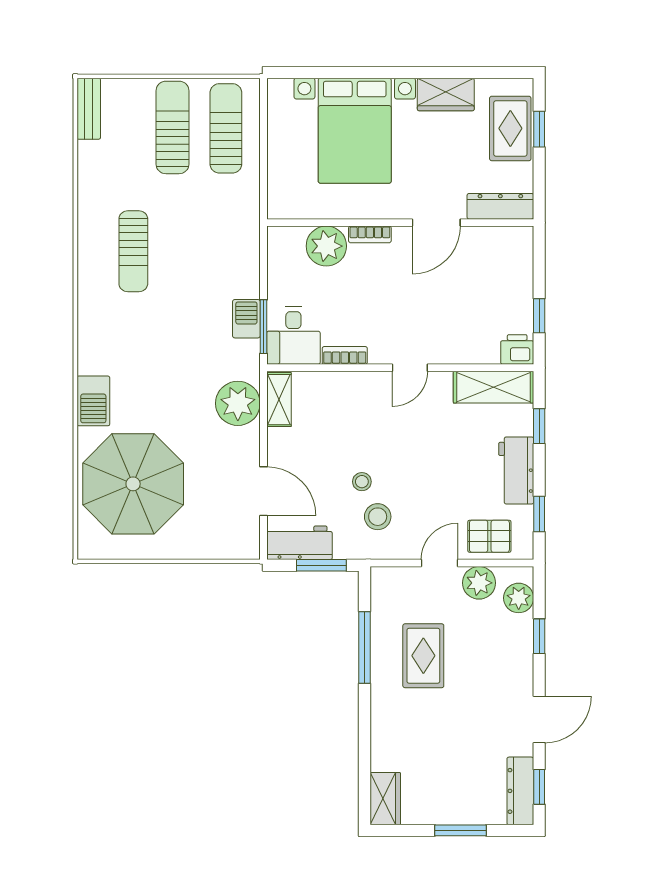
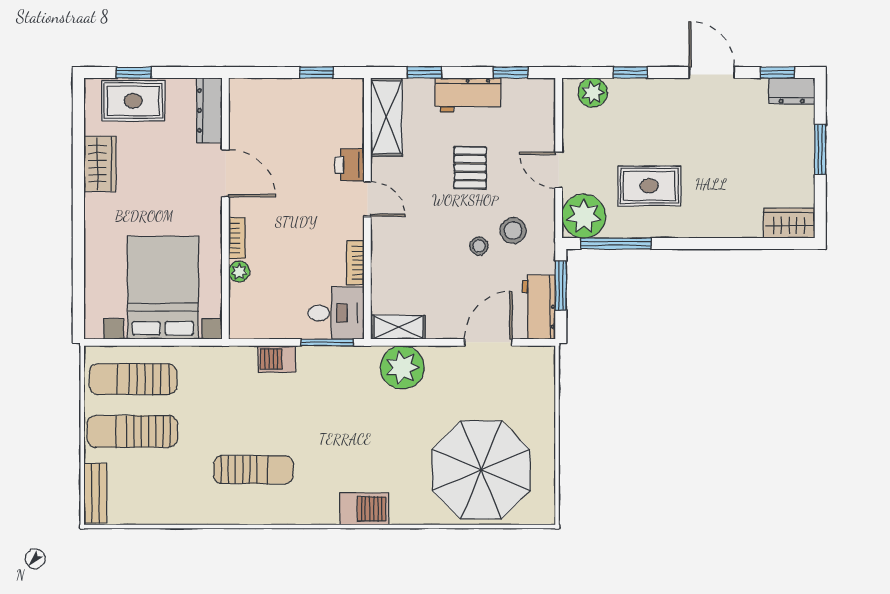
bench: (89, 109) -> (95, 493), moved, turned 90
bed with nightstands: (355, 131) -> (163, 288), moved, turned -90
plant: (326, 246) -> (239, 272), width x0.53, depth x0.53
barbecue: (246, 319) -> (277, 359), moved
printer: (517, 349) -> (350, 165), moved
barbecue: (93, 401) -> (364, 509), moved
pallet: (489, 536) -> (470, 168), moved
plant: (479, 583) -> (584, 216), moved, width x1.36, depth x1.36
window: (364, 648) -> (616, 243), moved
dresser: (520, 791) -> (792, 91), width x0.70

